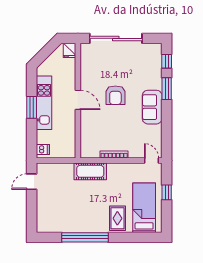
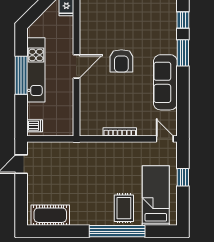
door: (78, 100) -> (76, 66), hinge flipped
window: (32, 107) -> (21, 75), width x1.44
sofa: (152, 107) -> (165, 82), width x1.36
cot: (90, 171) -> (50, 215), moved
window: (85, 237) -> (117, 231), moved

